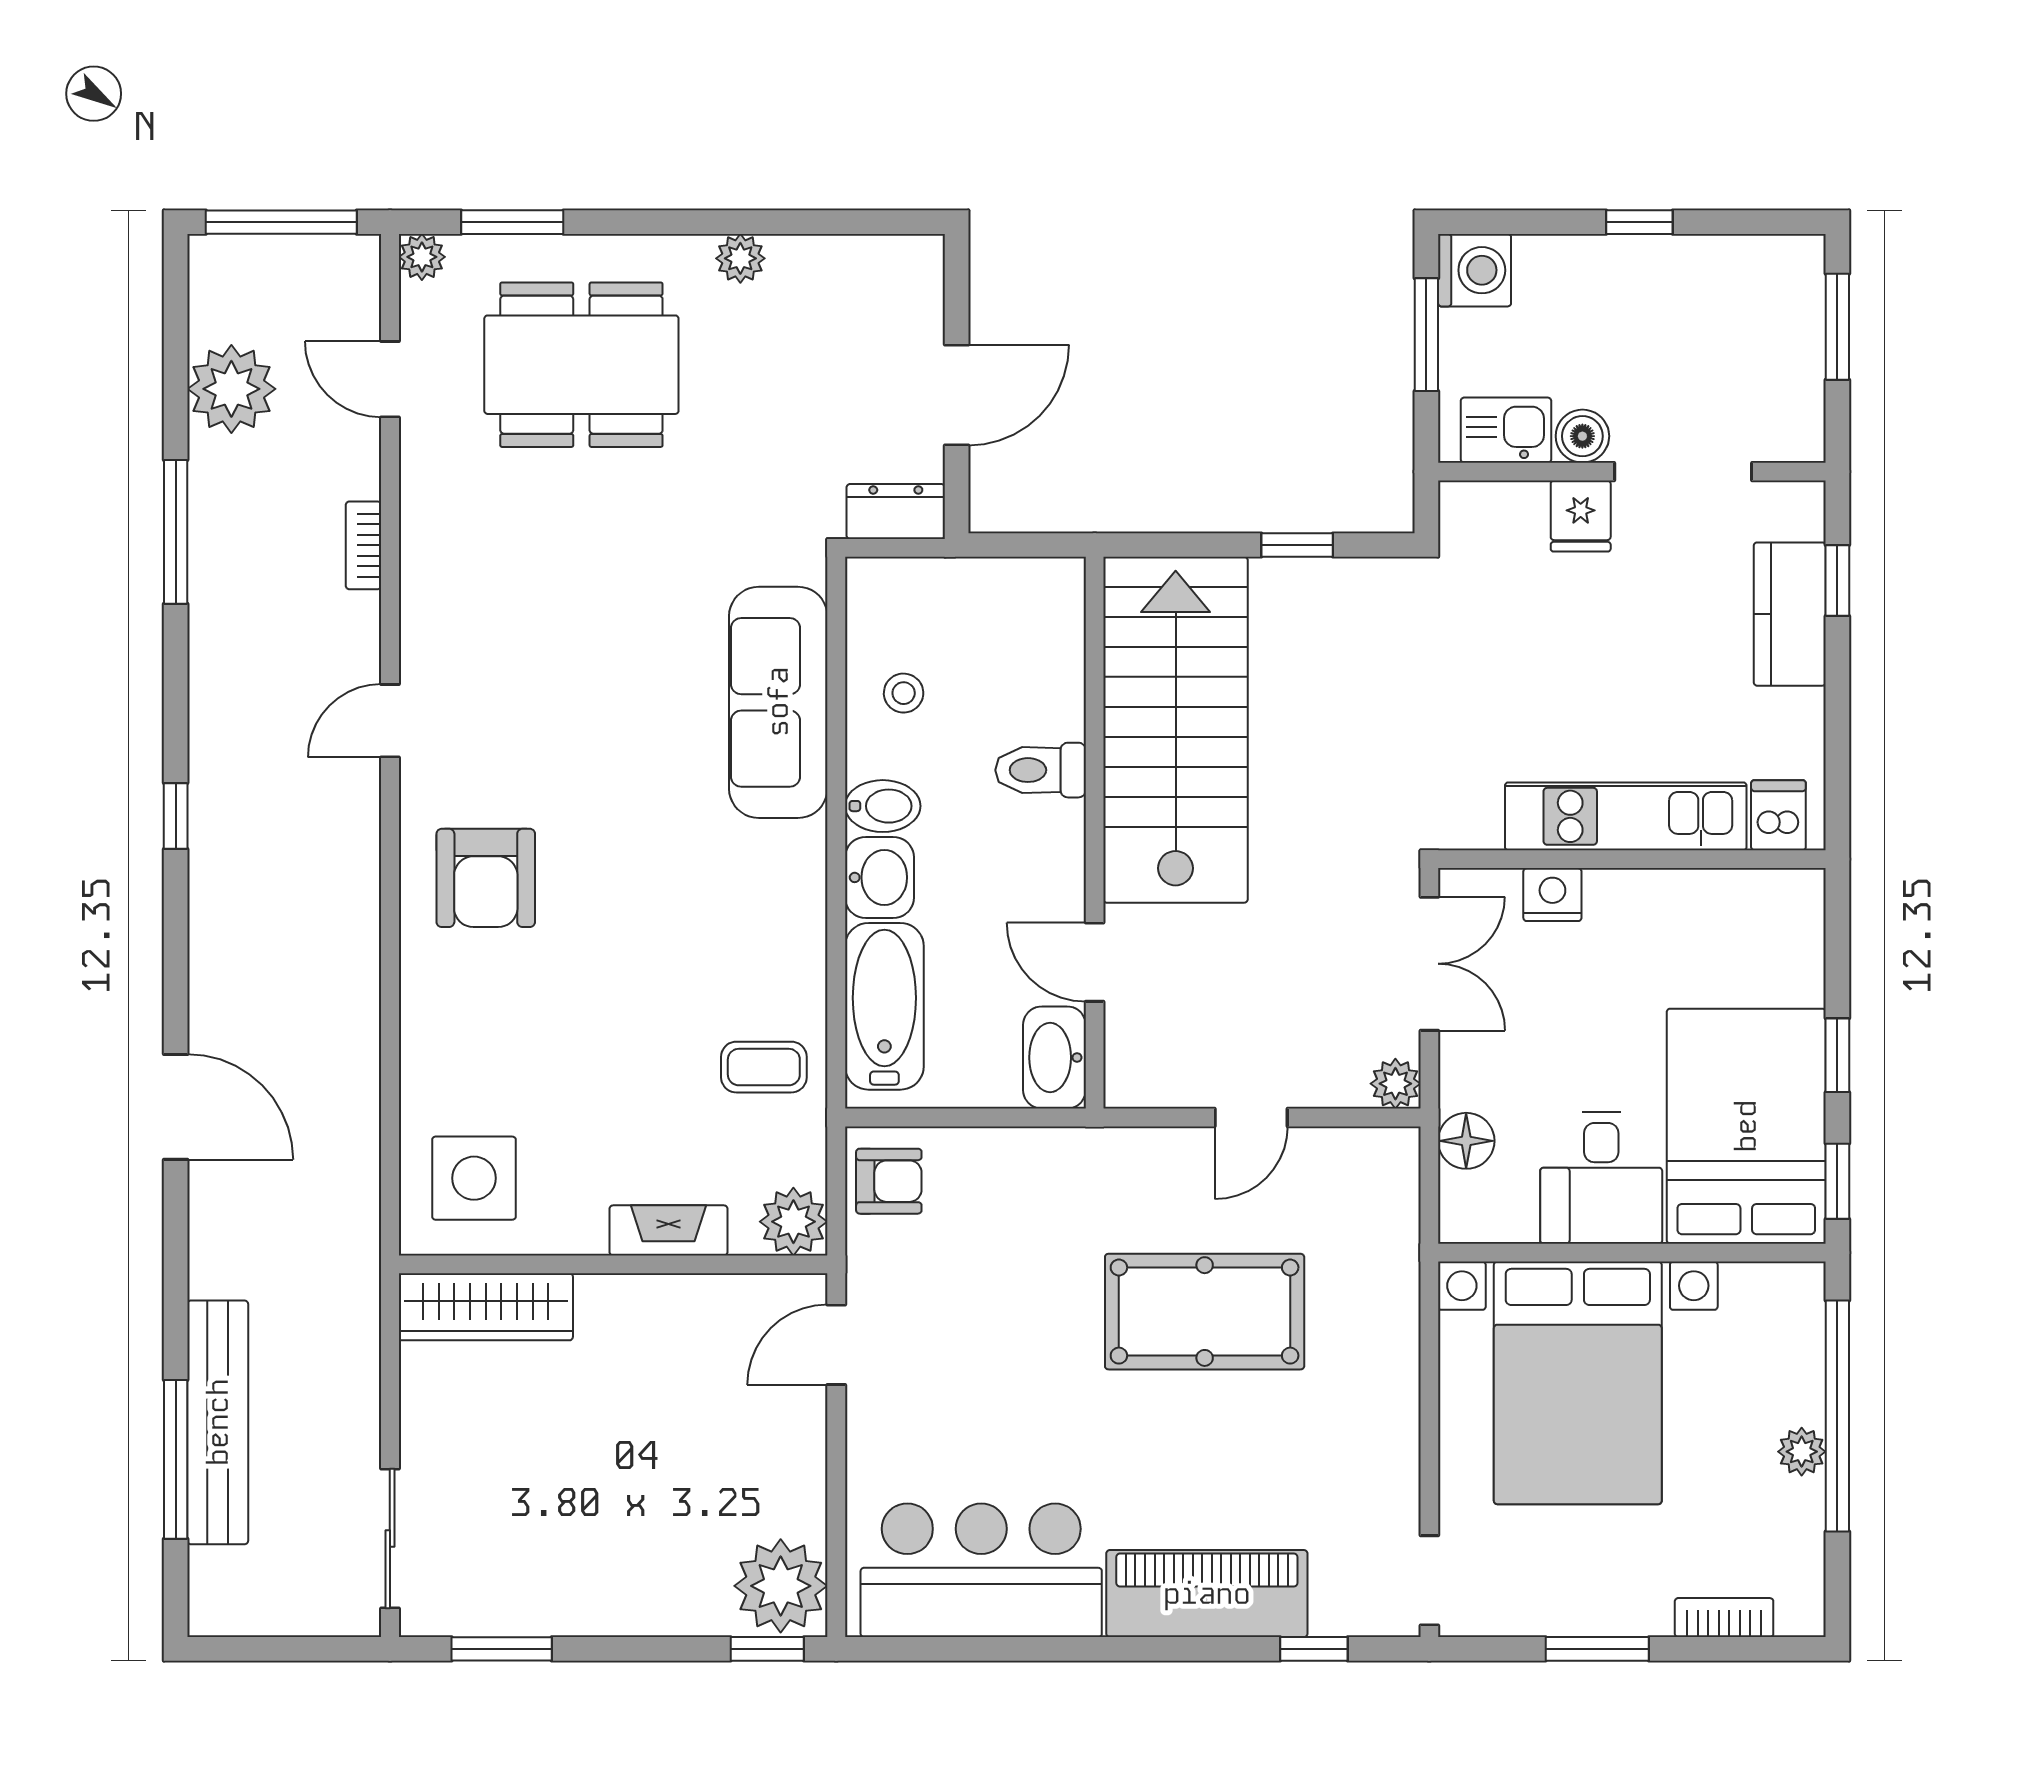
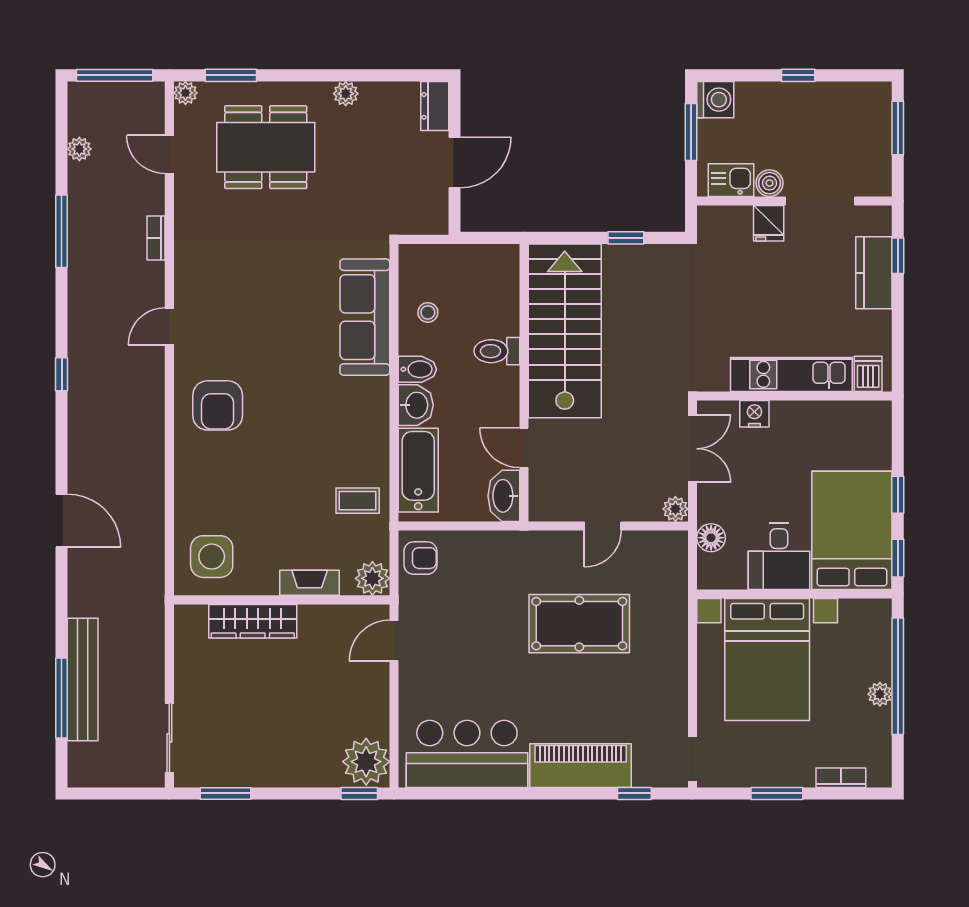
plant: (231, 389) -> (79, 149), width x0.53, depth x0.53
dresser: (896, 512) -> (435, 106), moved, turned -90
wardrobe: (486, 1307) -> (253, 621), moved

